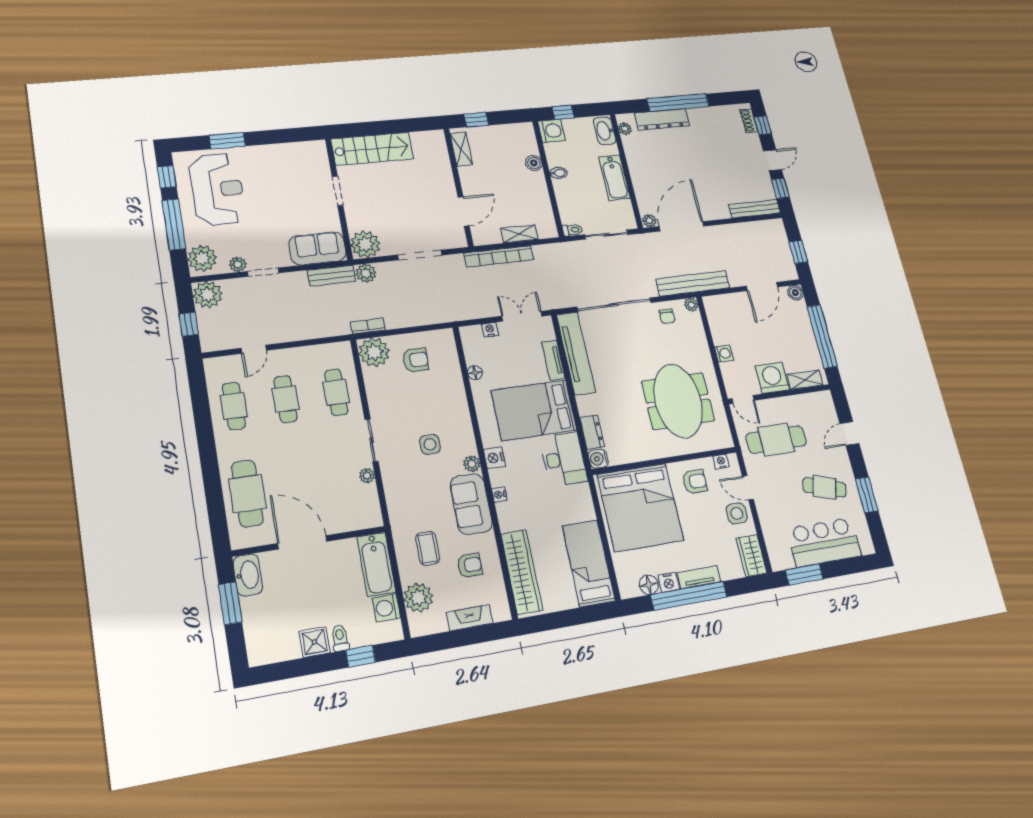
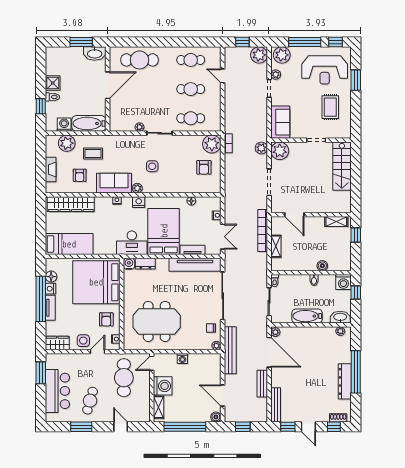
dresser: (662, 119) -> (345, 381), moved
rug: (279, 175) -> (330, 107), added
bench: (332, 276) -> (262, 384), moved

